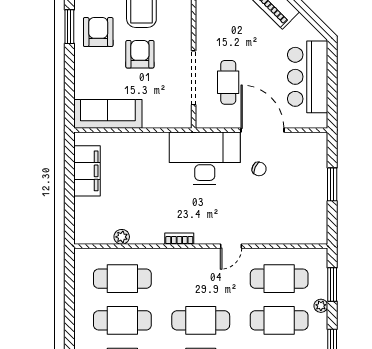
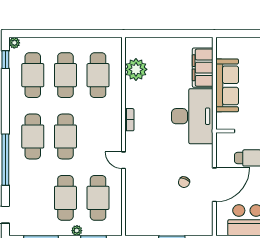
sofa: (108, 114) -> (227, 85), moved
desk: (205, 158) -> (192, 116), moved
filing cabinet: (87, 171) -> (203, 68), moved, turned 90
plant: (122, 237) -> (136, 69), width x1.88, depth x1.88

